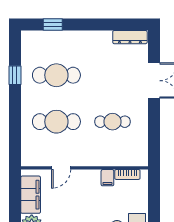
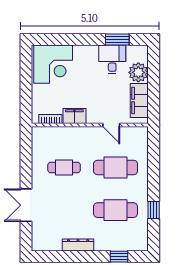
dresser: (130, 37) -> (78, 245), moved
door: (61, 168) -> (111, 125), swing flipped
filing cabinet: (107, 178) -> (74, 116), width x2.00

